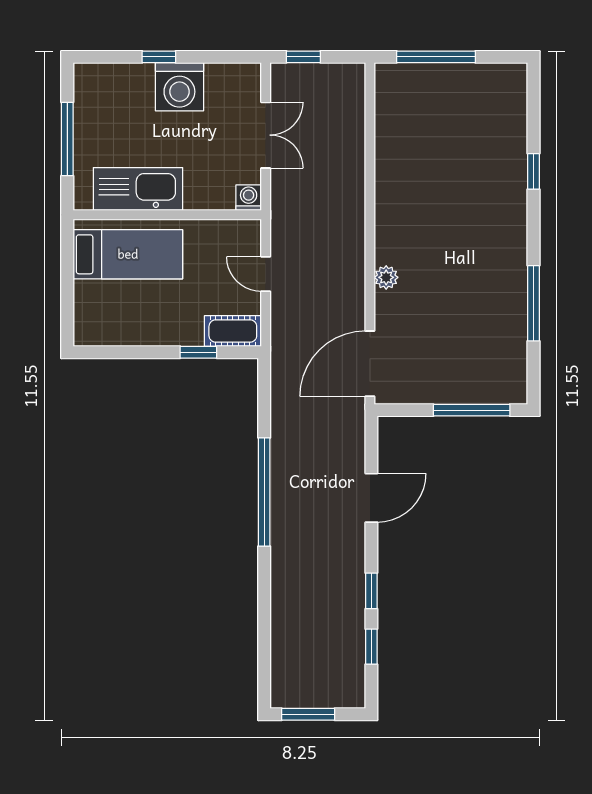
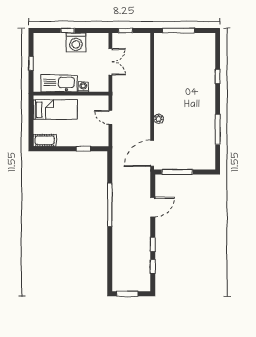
window: (67, 139) -> (31, 63), width x0.46
washing machine: (249, 198) -> (83, 87), moved
cot: (233, 331) -> (45, 140), moved
window: (472, 410) -> (177, 172), moved

